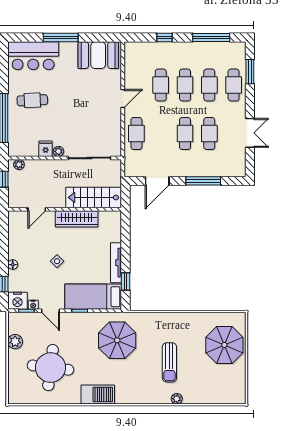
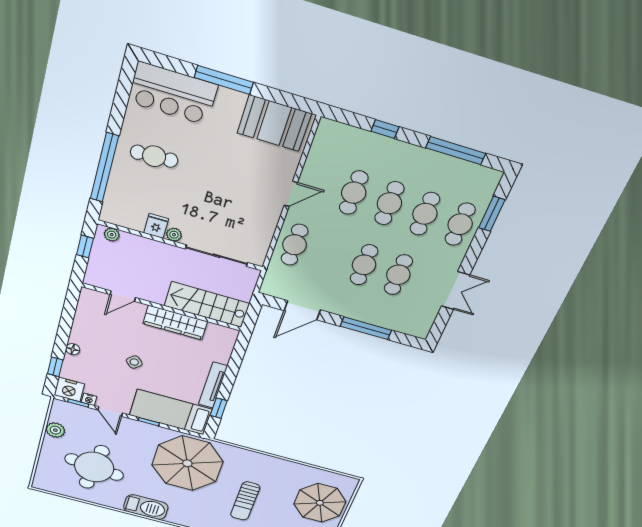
parasol: (117, 340) -> (187, 463), width x1.36, depth x1.36

